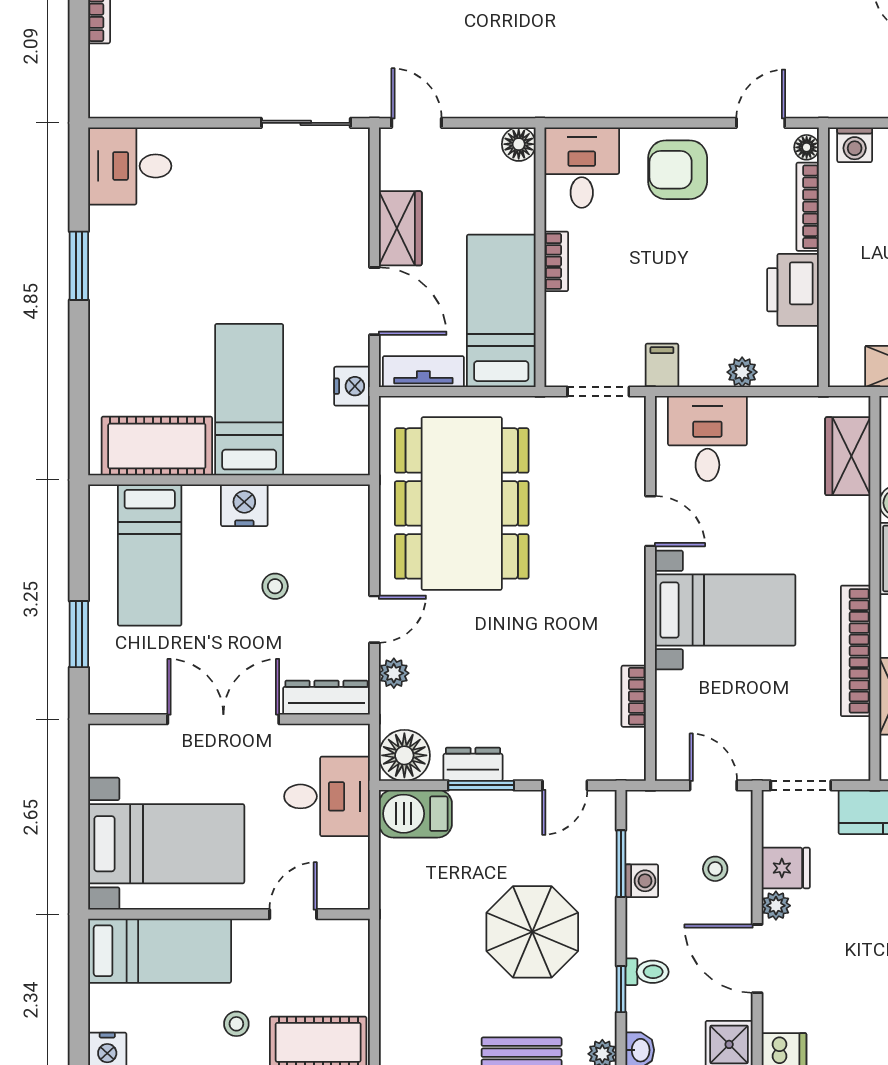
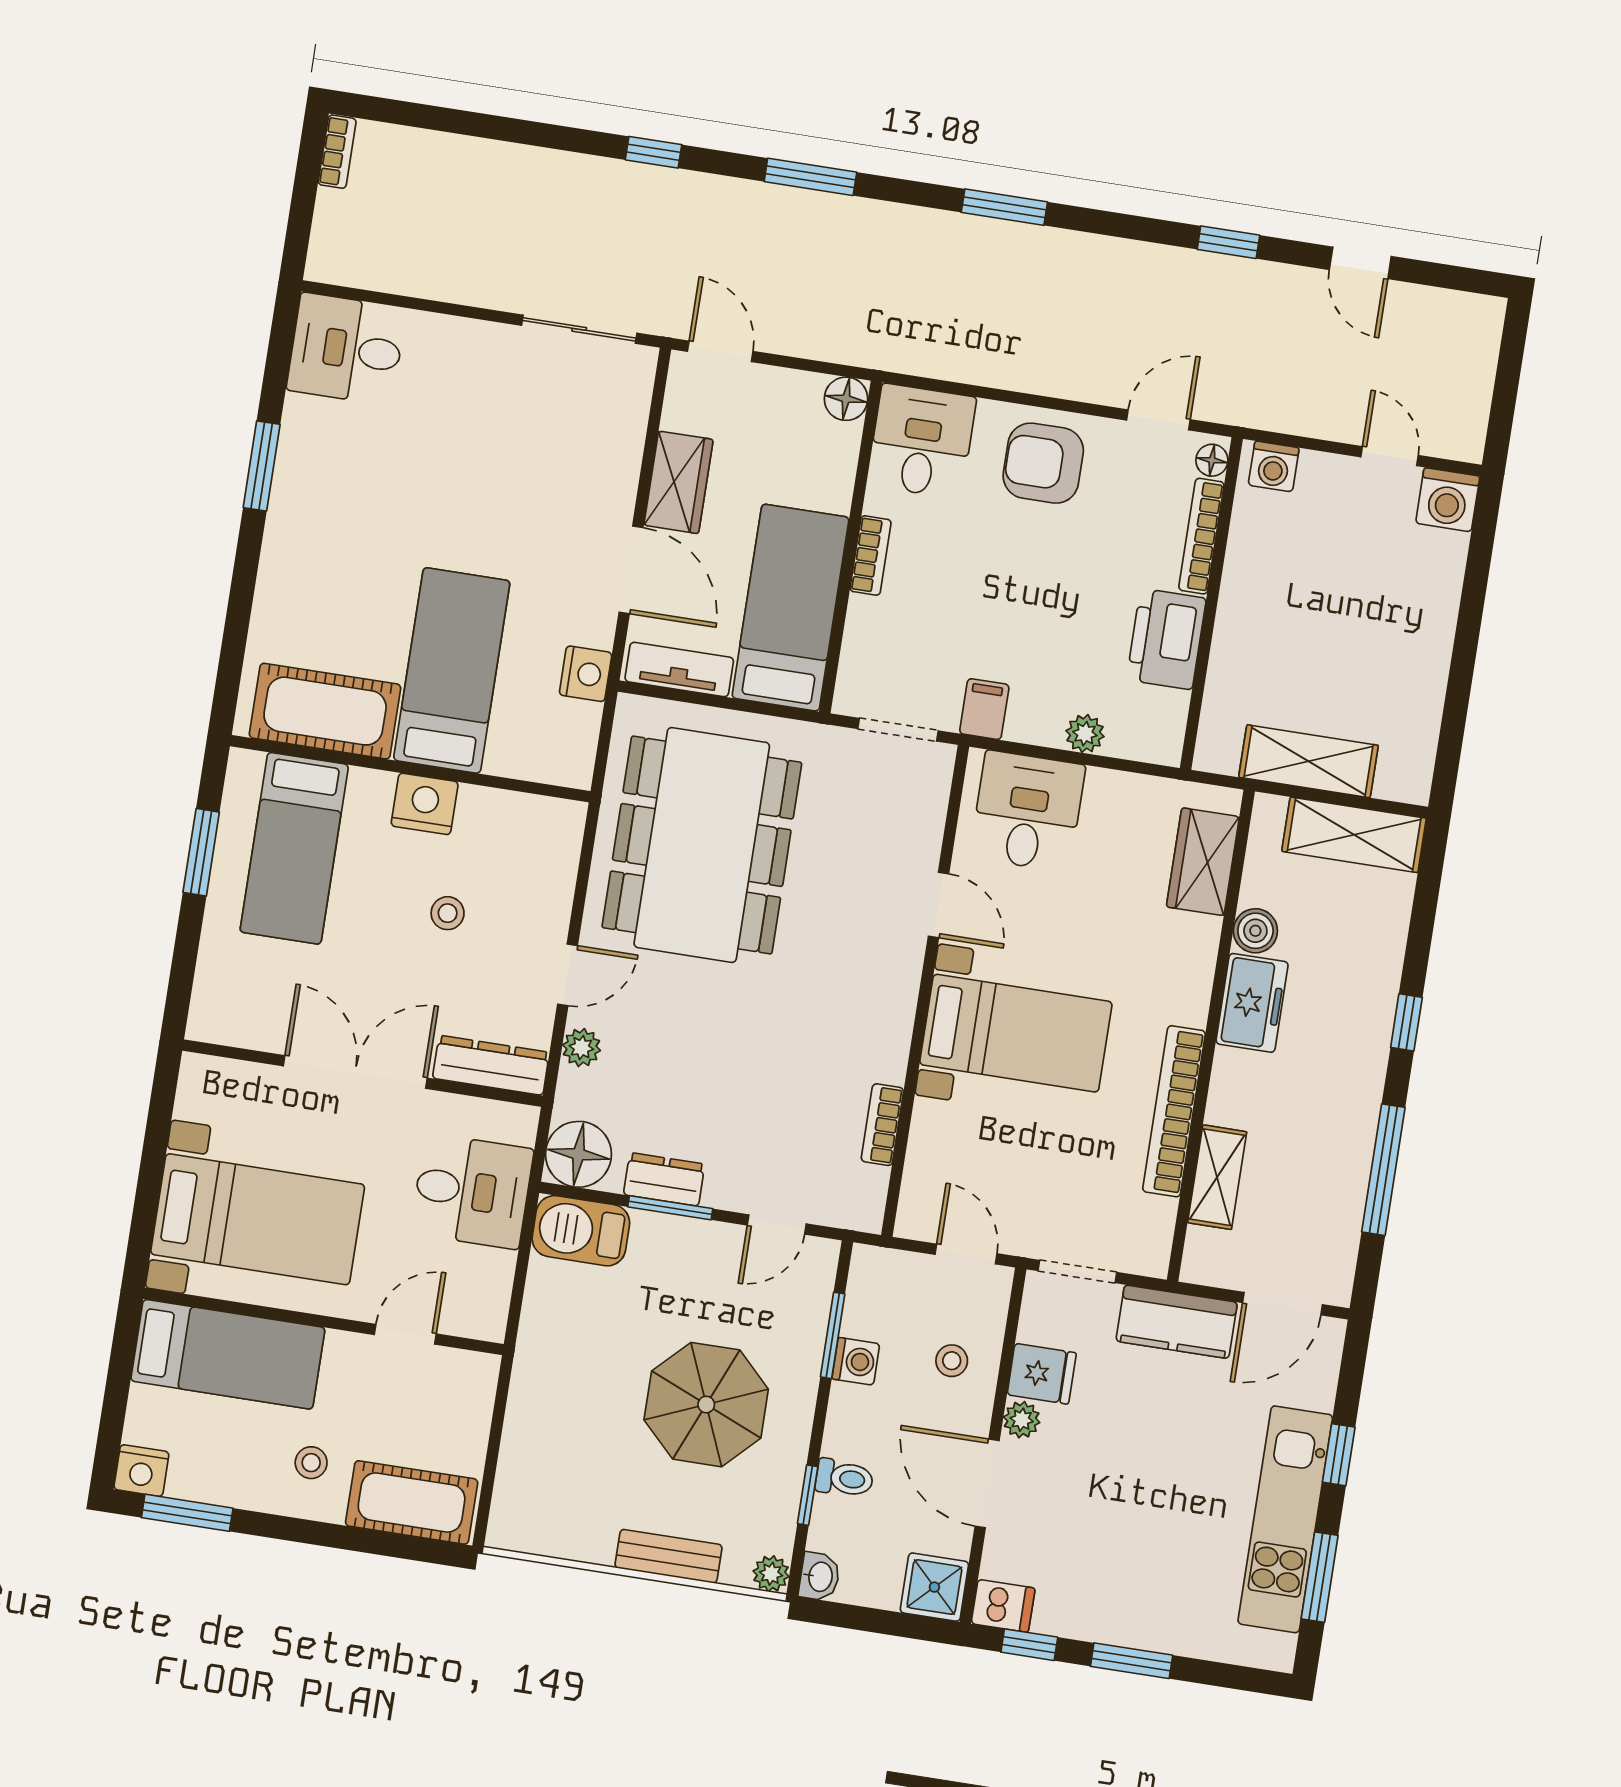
window: (79, 634) -> (201, 852), moved

